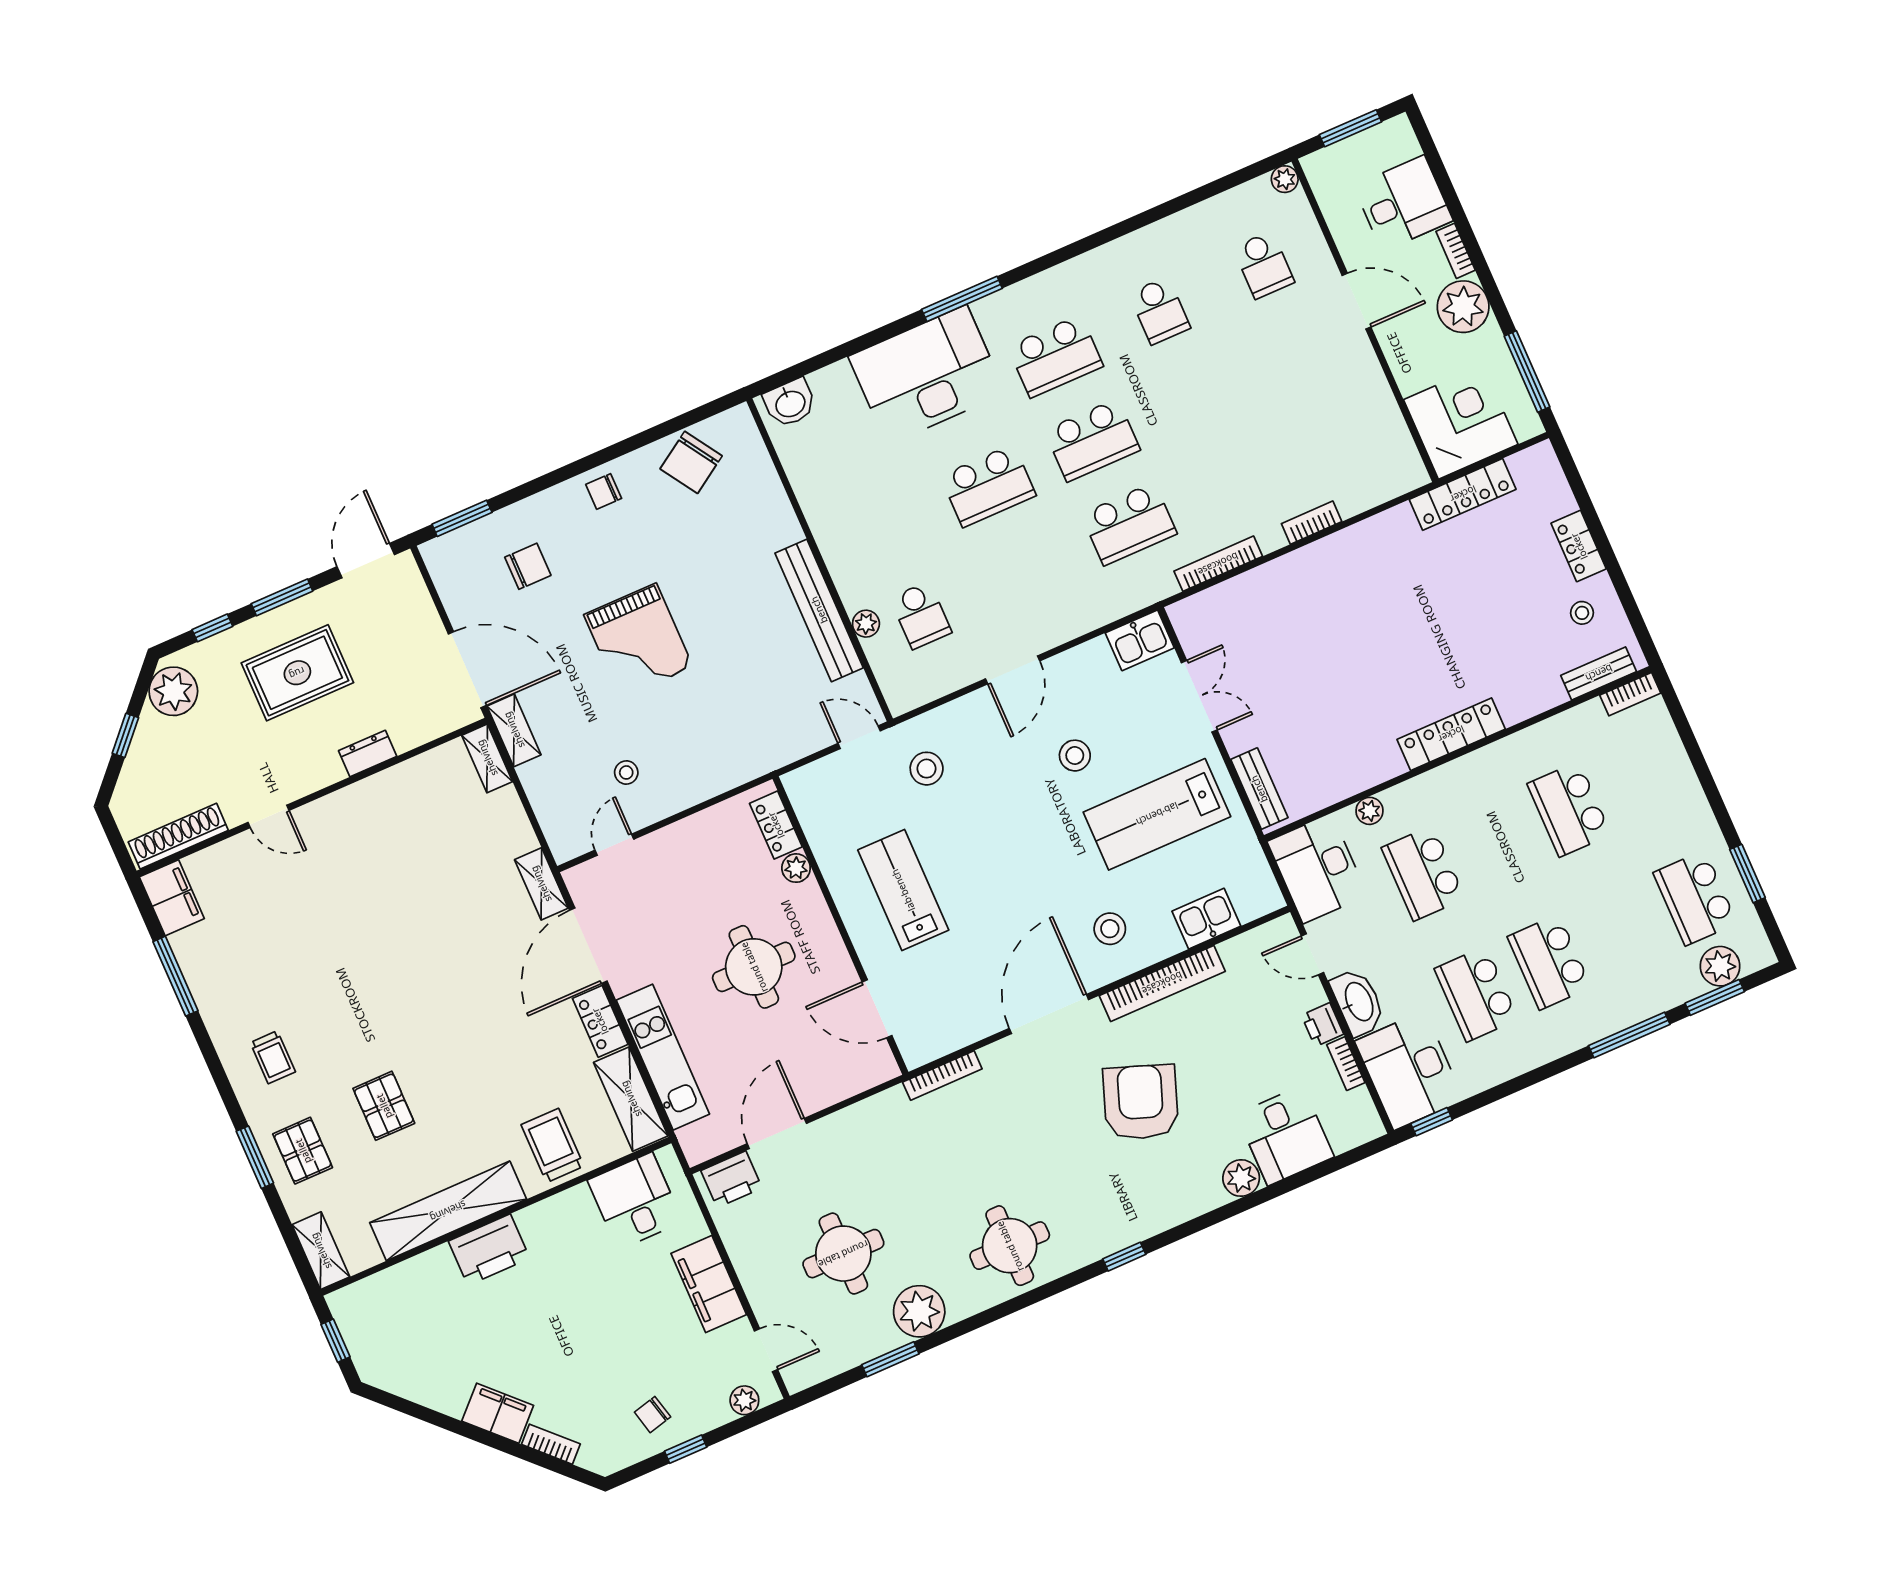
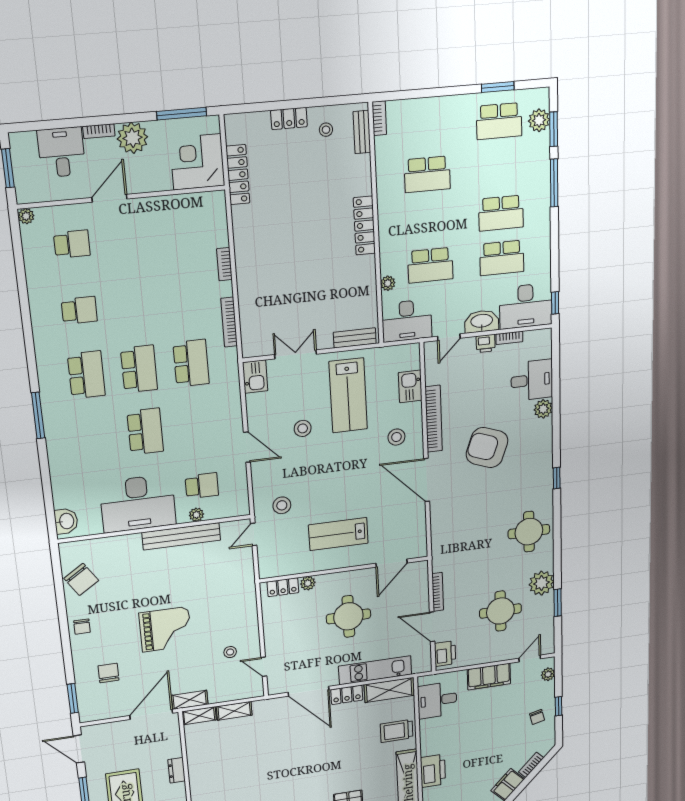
desk: (927, 375) -> (138, 503), moved, turned -90
shelving: (541, 884) -> (234, 711), moved
bookcase: (942, 1075) -> (438, 592), moved

